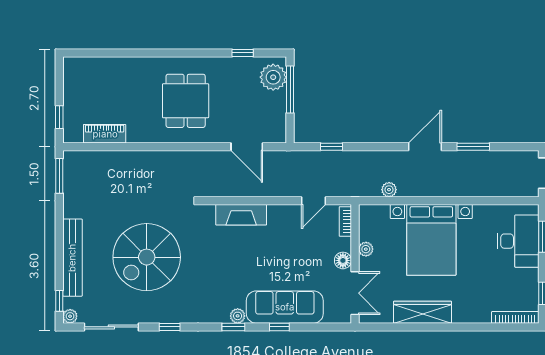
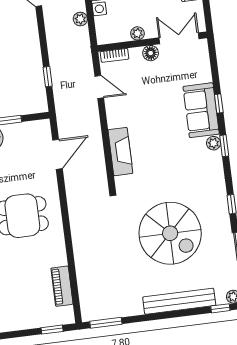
sofa: (285, 307) -> (201, 110), width x0.73

